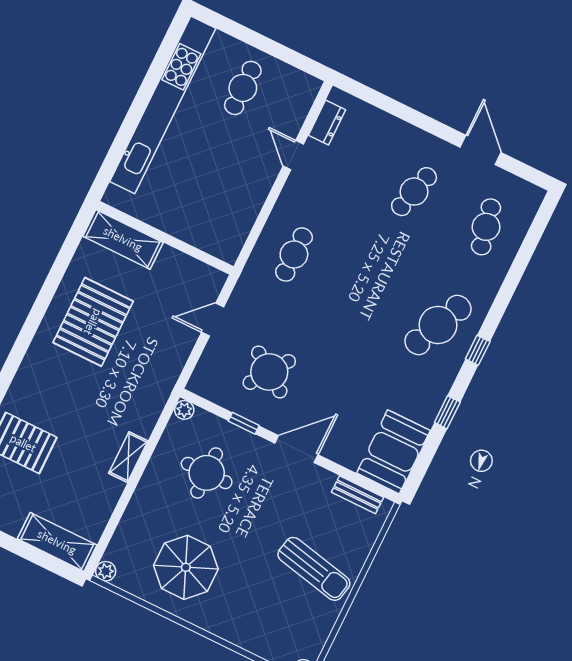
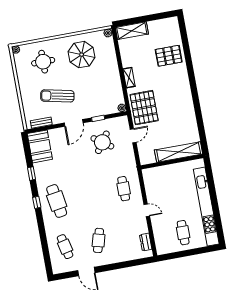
door: (293, 155) -> (147, 210), moved
shelving: (123, 239) -> (179, 152), width x1.47
door: (213, 320) -> (133, 136), moved
pallet: (93, 322) -> (144, 108), moved
cafe table: (438, 325) -> (57, 201), turned -33
round table: (207, 473) -> (43, 62), moved
sun lounger: (314, 569) -> (57, 96), moved

